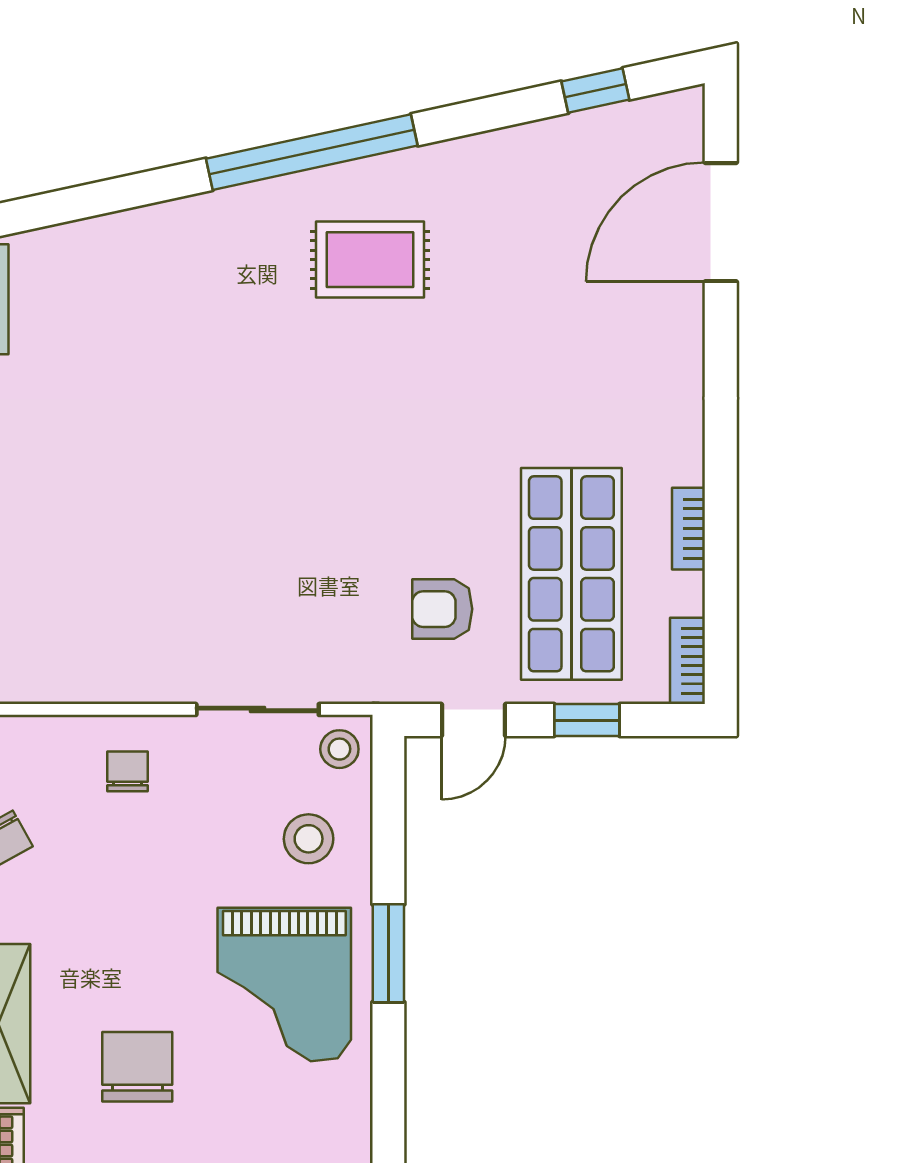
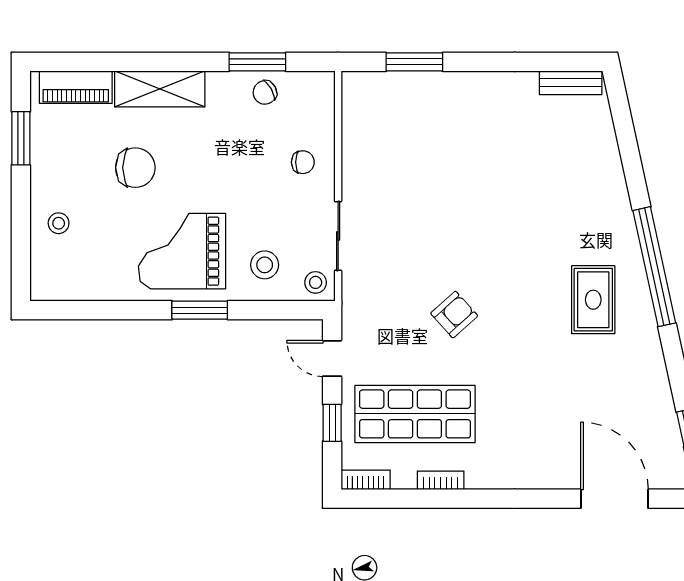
armchair: (442, 609) -> (454, 315), moved, turned 48

